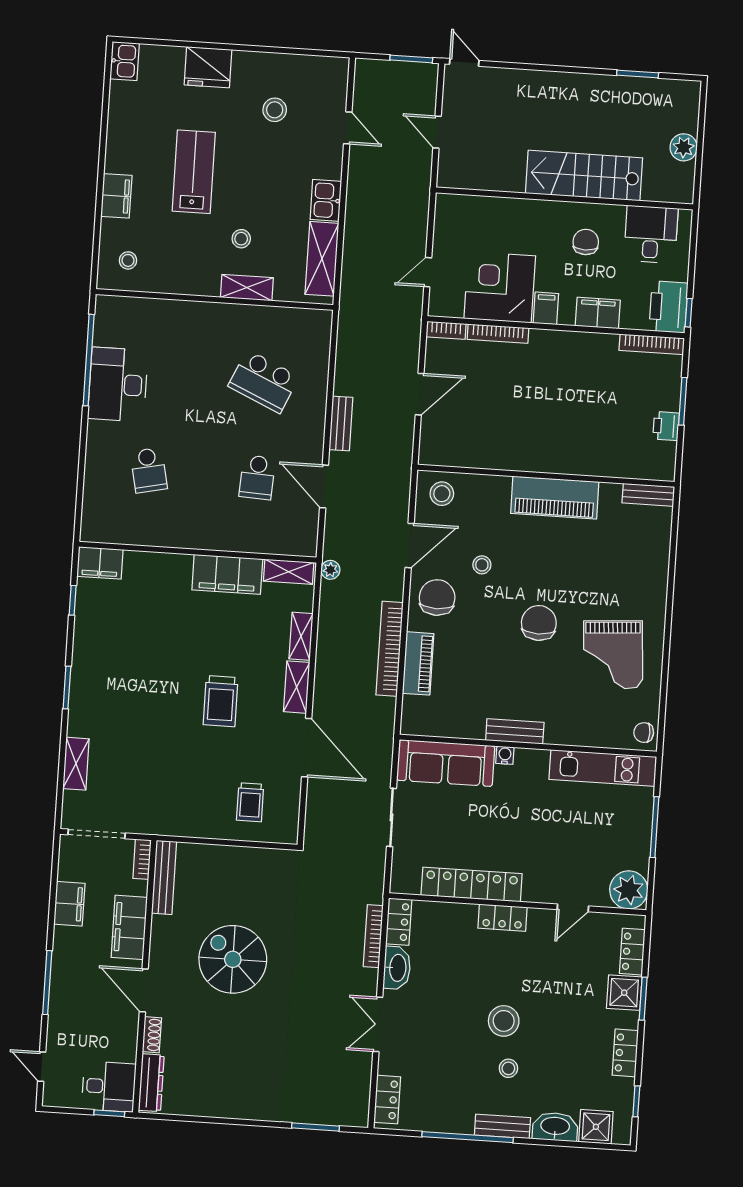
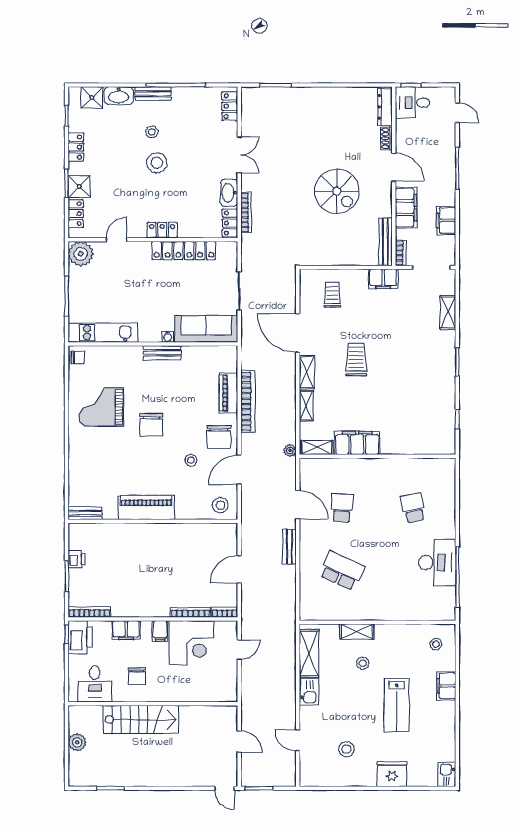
filing cabinet: (100, 563) -> (383, 279), moved, turned 180
grand piano: (613, 655) -> (101, 407), turned -86

